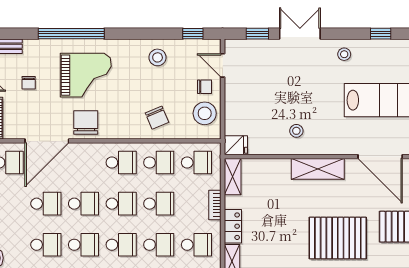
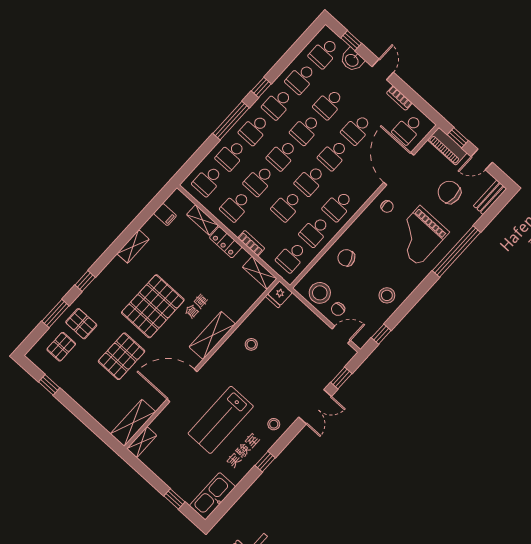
chair: (29, 83) -> (449, 192), width x1.87, depth x1.87
chair: (86, 122) -> (387, 206), width x0.54, depth x0.54

